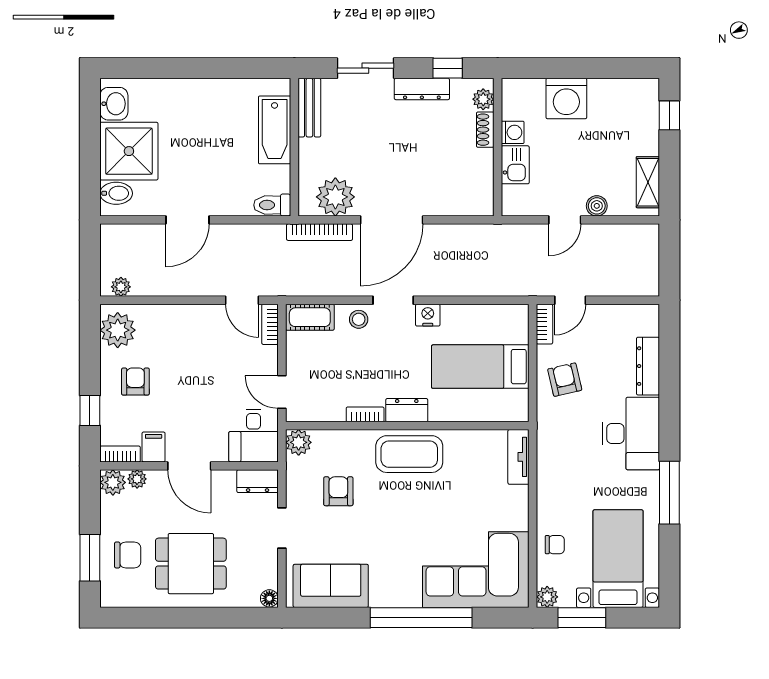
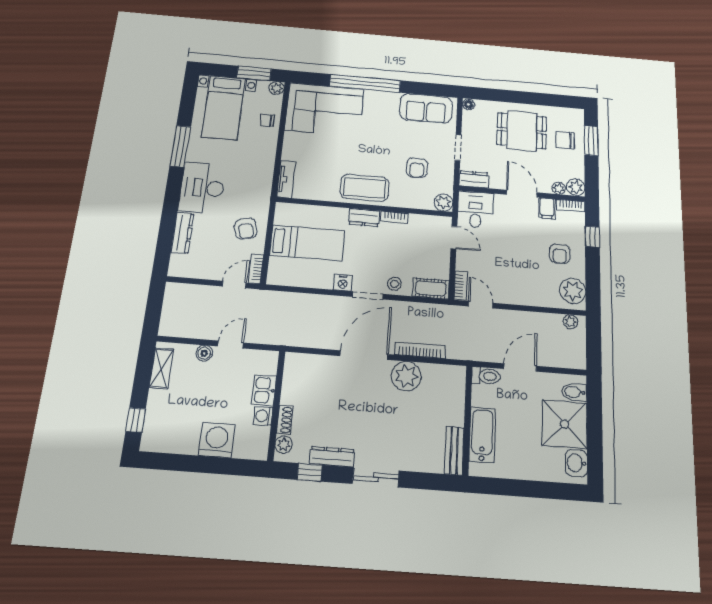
bench: (309, 108) -> (454, 451), moved
bathtub: (275, 130) -> (482, 435), moved
wall: (294, 147) -> (467, 420), moved
toilet: (272, 205) -> (486, 376), moved

